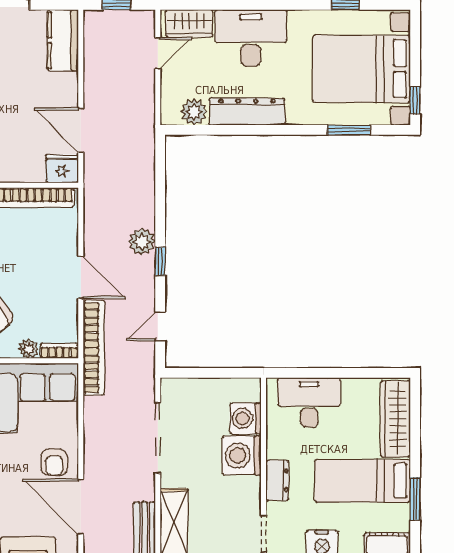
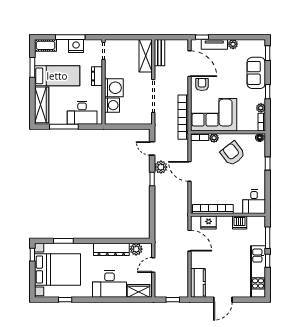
door: (158, 53) -> (153, 265), moved
fridge: (62, 169) -> (209, 222), moved
plant: (142, 242) -> (161, 167), moved
door: (160, 326) -> (152, 148), swing flipped
bookcase: (94, 348) -> (183, 117), moved
window: (348, 373) -> (64, 127), added

